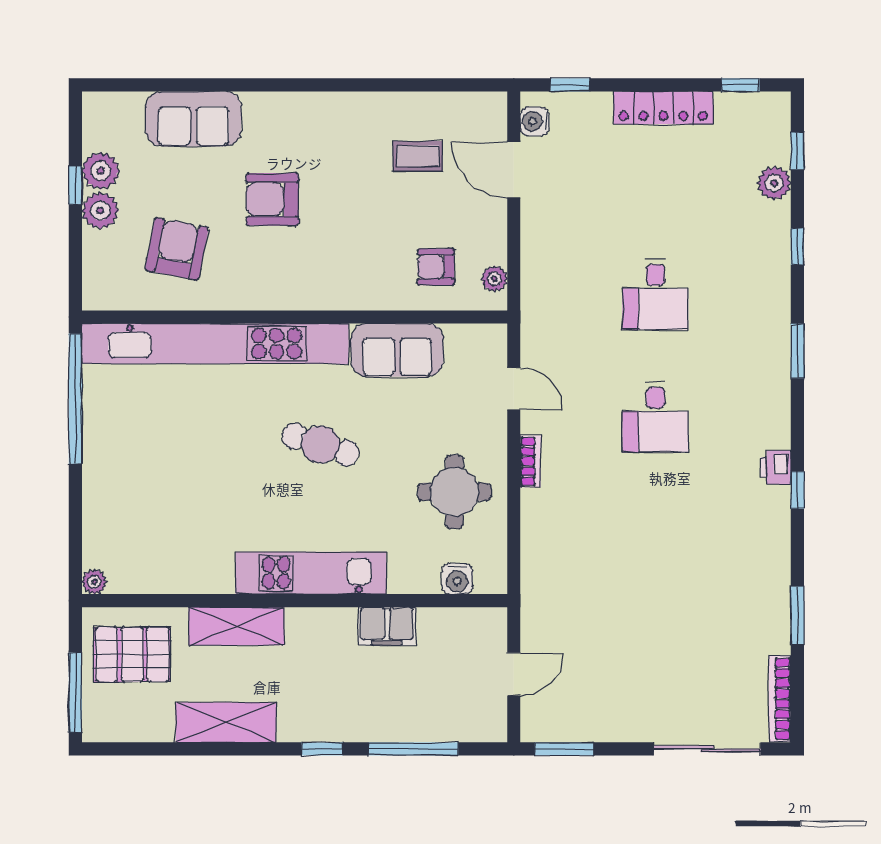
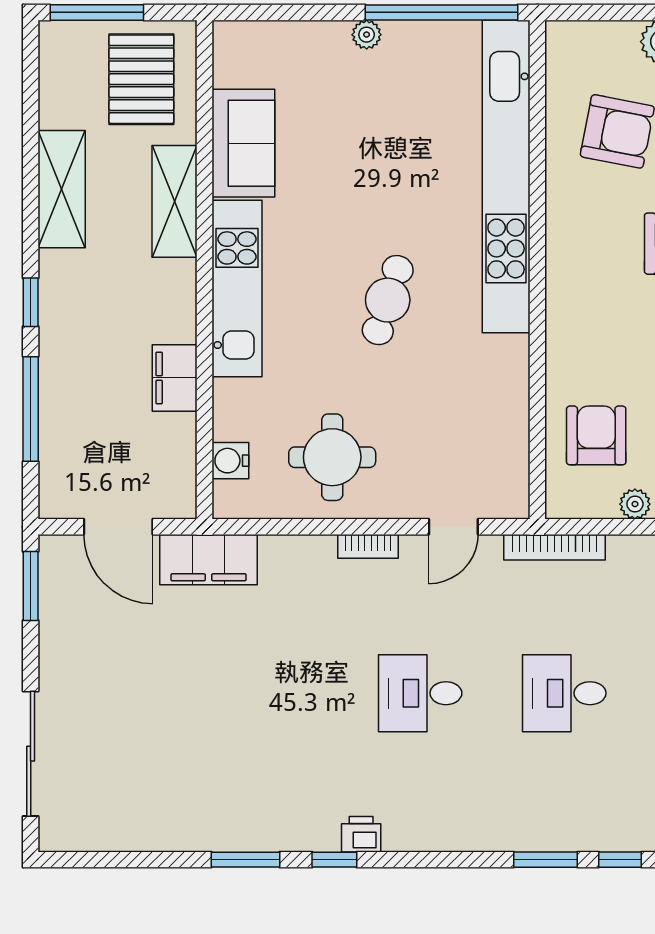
armchair: (436, 267) -> (596, 435), width x1.38, depth x1.38
plant: (494, 279) -> (635, 504), moved
sofa: (397, 350) -> (243, 143), moved, turned 180
window: (797, 351) -> (545, 860), moved
plant: (94, 582) -> (367, 35), moved
filing cabinet: (542, 597) -> (209, 560), added
window: (797, 615) -> (246, 860), moved
door: (514, 674) -> (118, 527), width x1.38
bookcase: (780, 699) -> (554, 547), moved, turned 180

